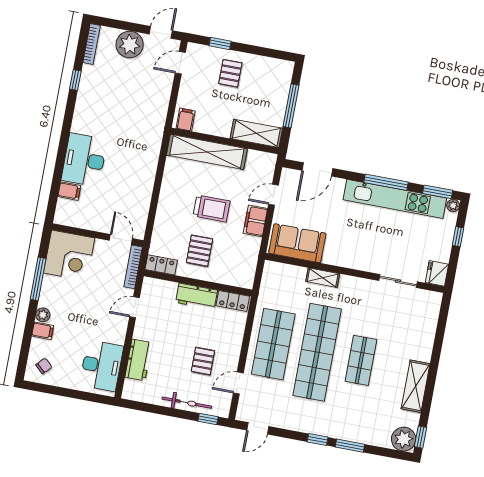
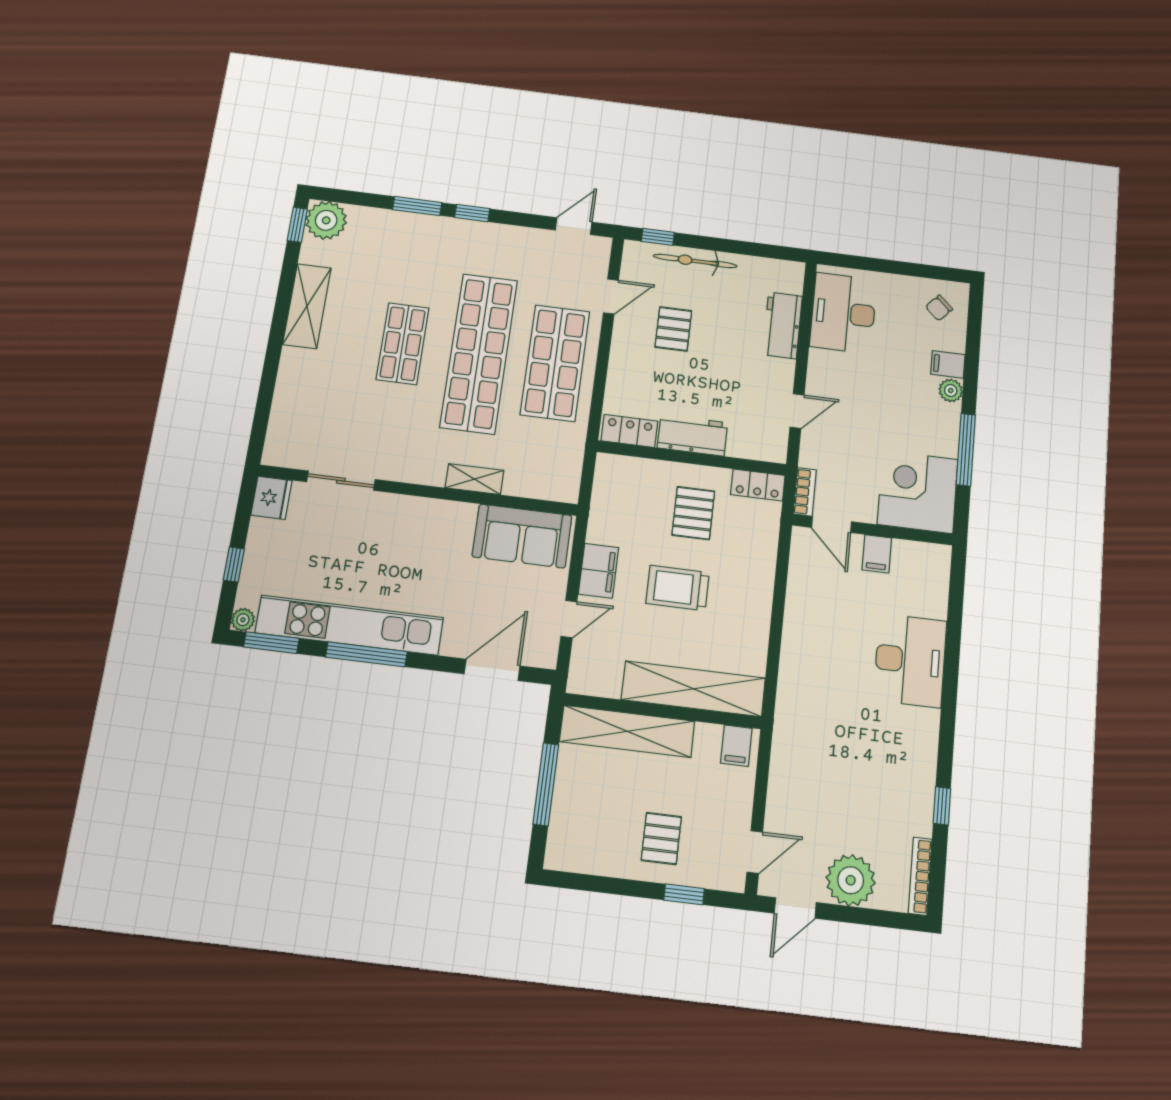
shelving: (256, 133) -> (627, 731), width x1.47
filing cabinet: (69, 191) -> (877, 554), moved, turned -90
bookcase: (133, 267) -> (805, 492), width x0.64

